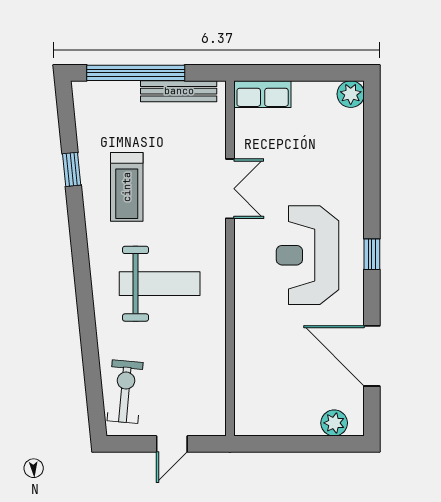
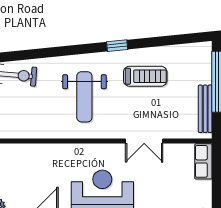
window: (72, 169) -> (117, 46), moved
treadmill: (127, 187) -> (145, 76), turned 180

